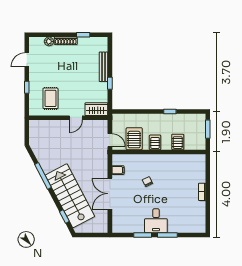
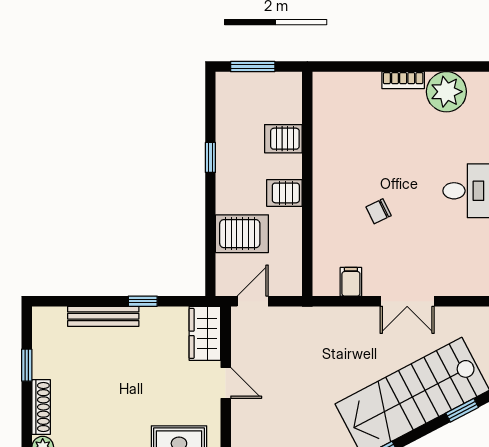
server rack: (134, 139) -> (242, 234), moved, turned 180
door: (110, 140) -> (253, 301), moved
double door: (110, 194) -> (407, 301), width x0.73
plant: (197, 210) -> (446, 92), added

